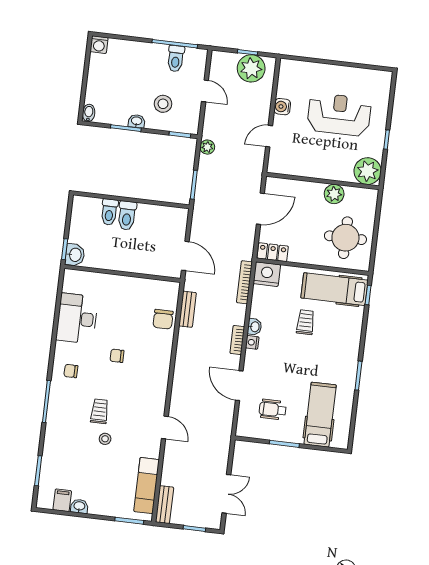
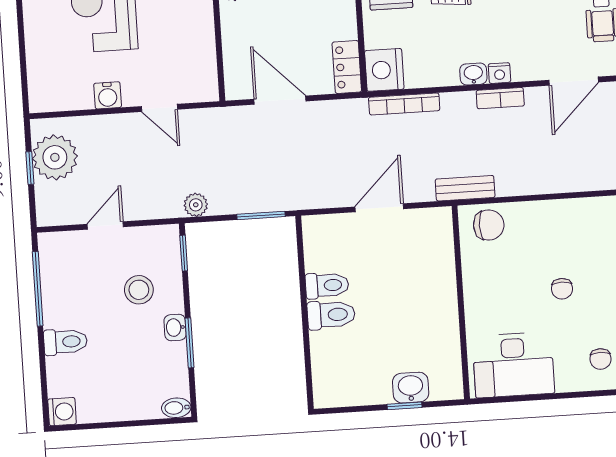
toilet: (176, 59) -> (65, 342), moved
toilet: (109, 212) -> (327, 285), moved
wall: (122, 273) -> (461, 302), moved

